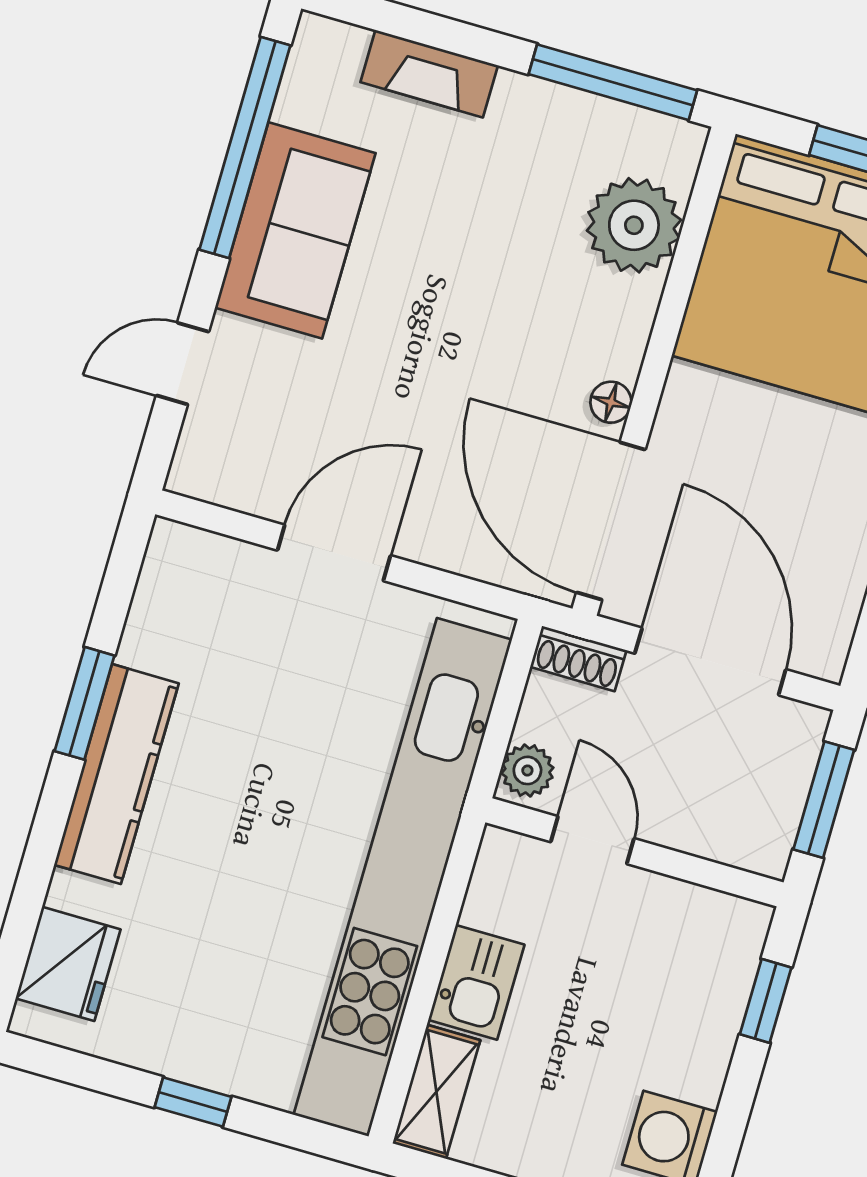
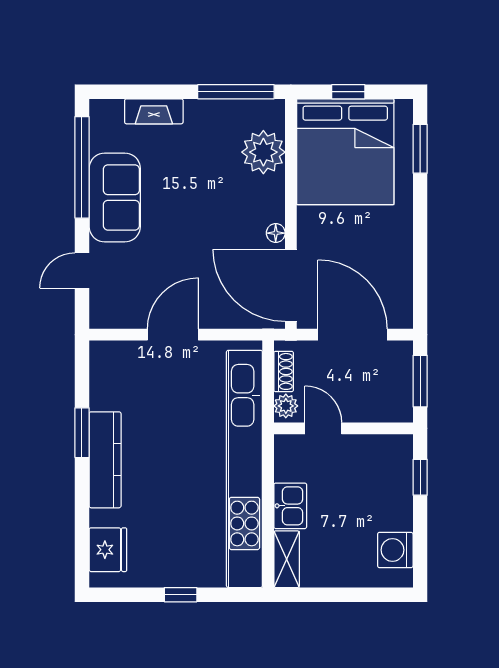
shoe rack: (578, 659) -> (284, 371), moved, turned -90

